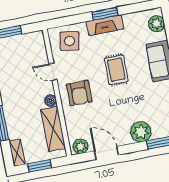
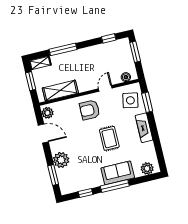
window: (105, 14) -> (147, 102), moved
rug: (116, 70) -> (109, 138), turned 90
boiler: (51, 101) -> (126, 77), moved
door: (106, 153) -> (43, 134), hinge flipped

